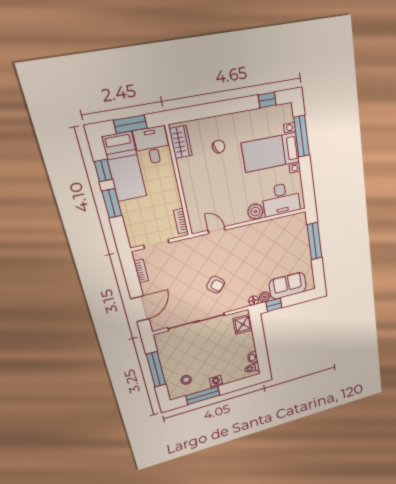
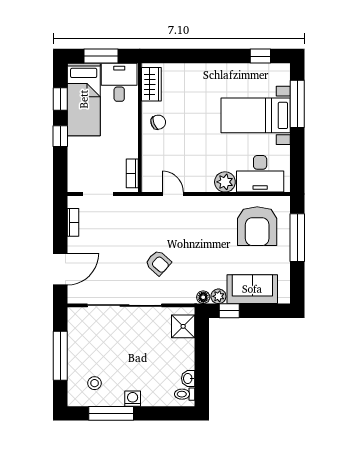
chair: (219, 147) -> (158, 122), moved
window: (112, 203) -> (60, 136), width x0.67
armchair: (285, 240) -> (257, 226), added

